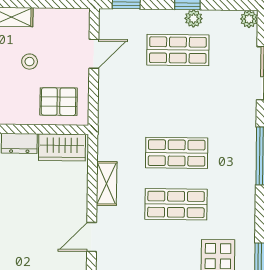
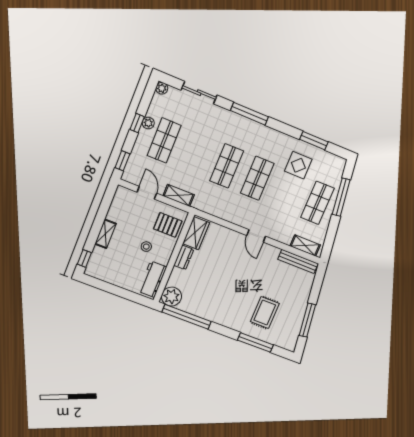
stool: (30, 62) -> (146, 247), moved
pallet: (59, 102) -> (168, 225), turned 90
shelving: (107, 184) -> (179, 195), moved

